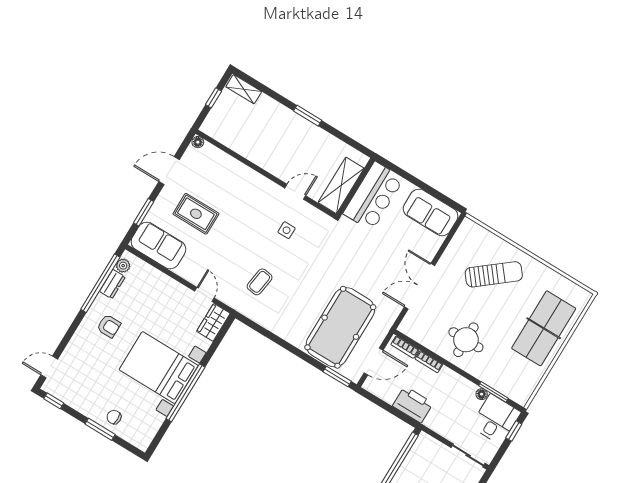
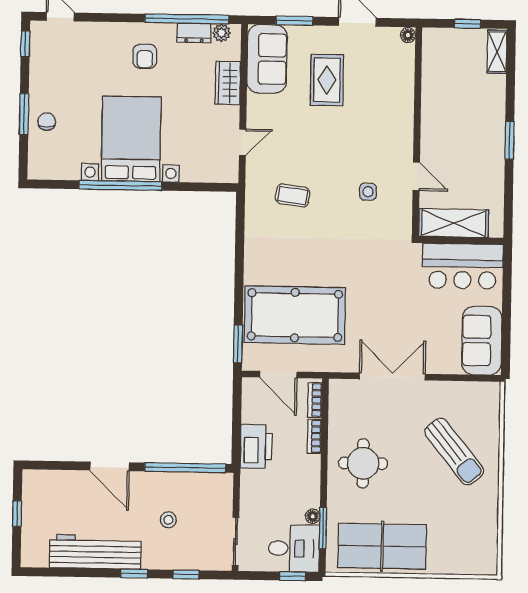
wardrobe: (213, 322) -> (228, 83), moved, turned -90
table tennis table: (544, 328) -> (382, 546), moved

